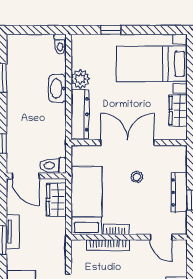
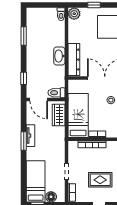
plant: (80, 79) -> (74, 14), moved
washbasin: (57, 88) -> (59, 56), moved

